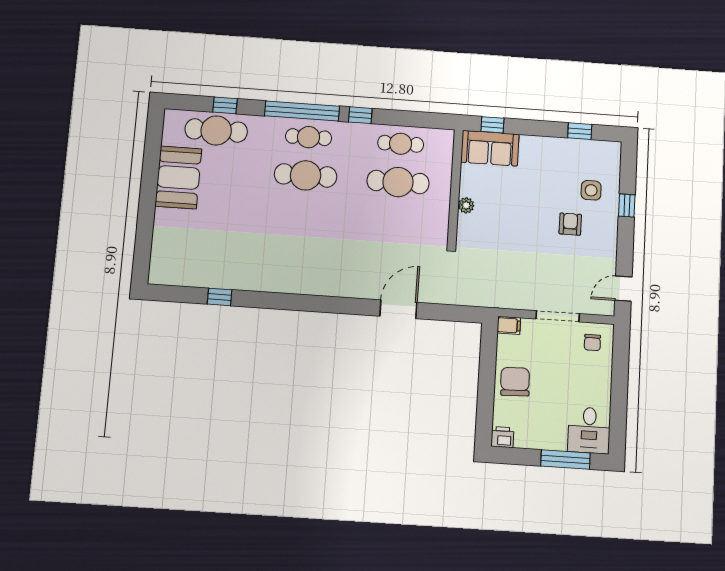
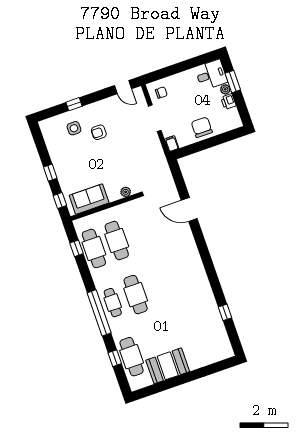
window: (360, 115) -> (77, 248), moved
window: (580, 131) -> (50, 173), moved
cafe table: (401, 144) -> (94, 248), width x1.37, depth x1.35
sofa: (490, 148) -> (89, 199), moved, turned -90
plant: (466, 205) -> (126, 192), moved
chair: (515, 382) -> (202, 127), turned 92
printer: (502, 437) -> (228, 102), moved
plant: (558, 443) -> (225, 89), added
window: (565, 459) -> (233, 82), width x0.69

